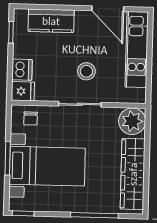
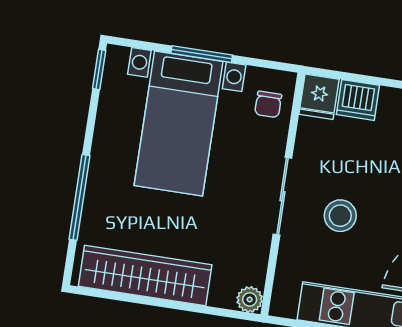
chair: (31, 118) -> (268, 104), turned -90
plant: (132, 121) -> (250, 299), width x0.53, depth x0.53

